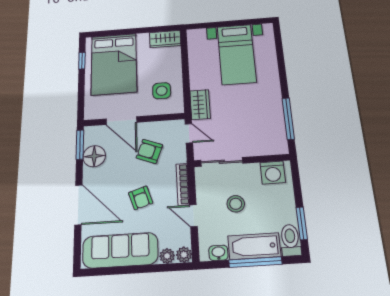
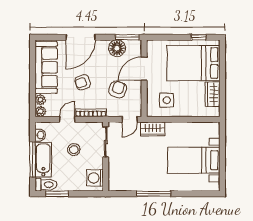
wardrobe: (165, 39) -> (213, 94), moved
window: (288, 119) -> (154, 194), moved

